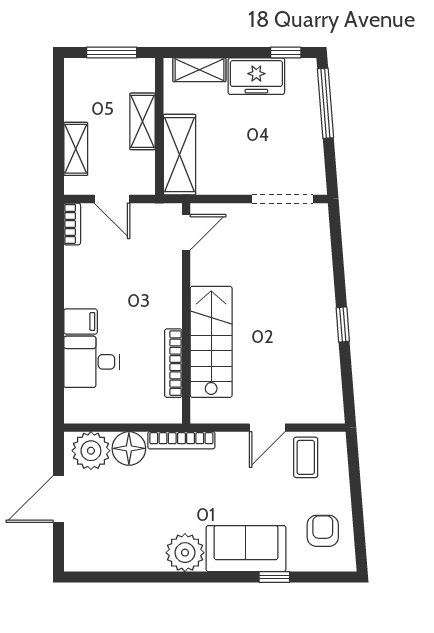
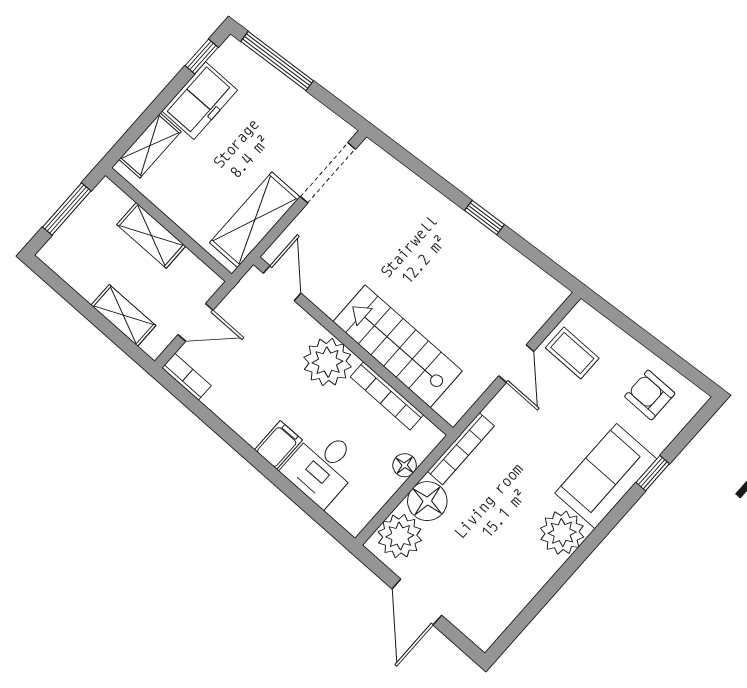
shelving: (179, 155) -> (255, 220), moved, turned 90
plant: (161, 306) -> (328, 362), added
floor lamp: (139, 414) -> (405, 465), added

